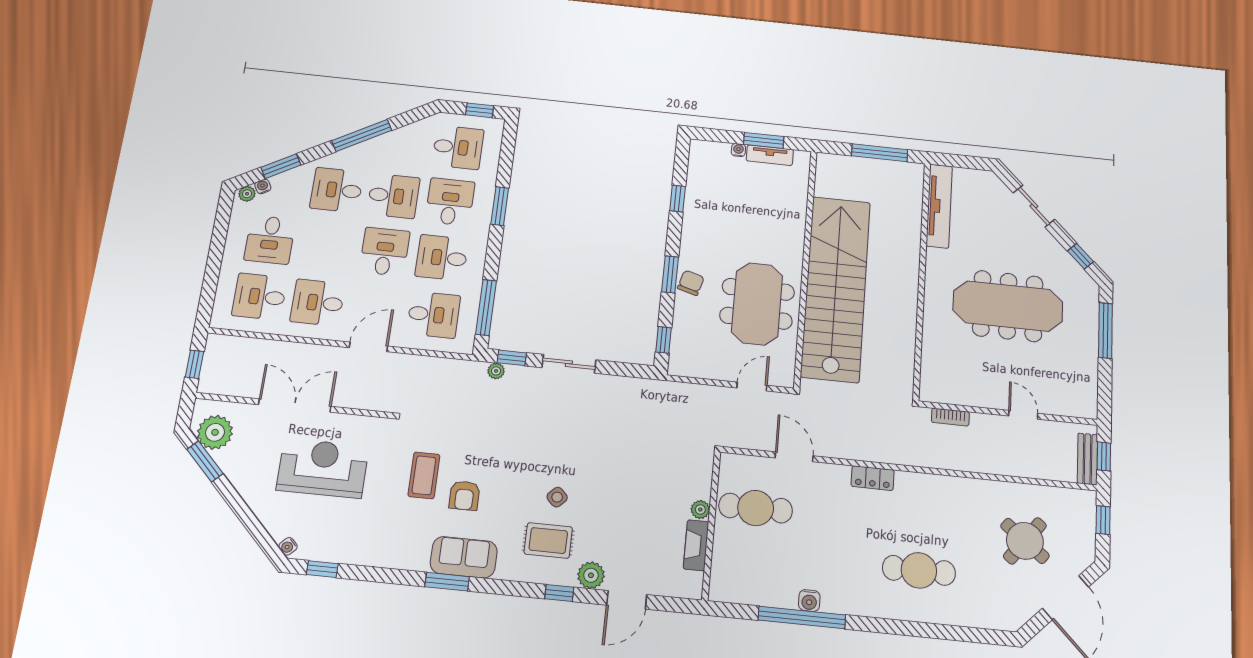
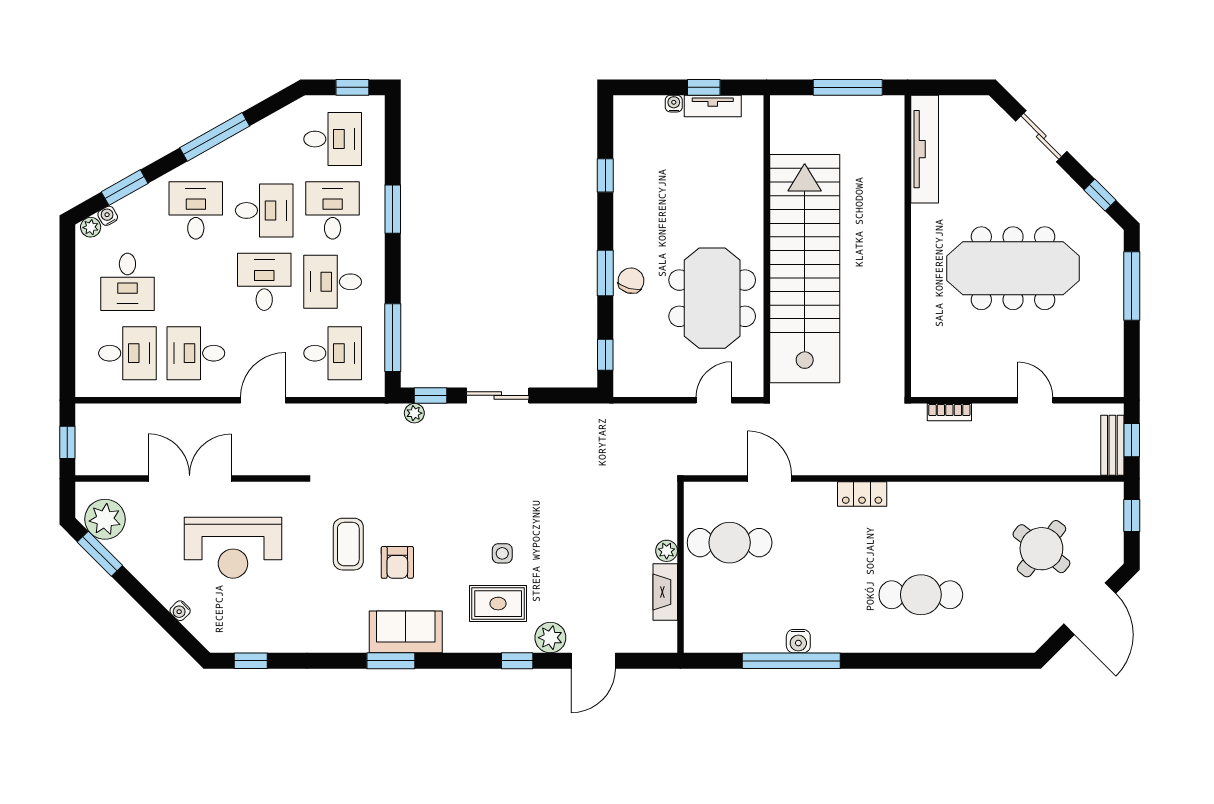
window: (764, 140) -> (704, 87), width x0.67
desk: (337, 190) -> (196, 210), turned 90
desk: (260, 297) -> (127, 353), turned 180
reception desk: (323, 468) -> (233, 548), turned 180
side table: (557, 497) -> (502, 553), turned 45
water cooler: (288, 546) -> (180, 611), moved

